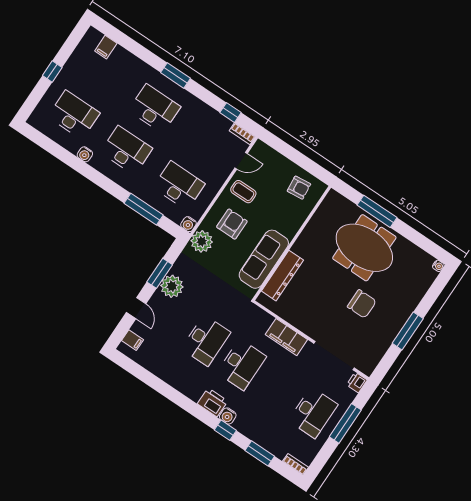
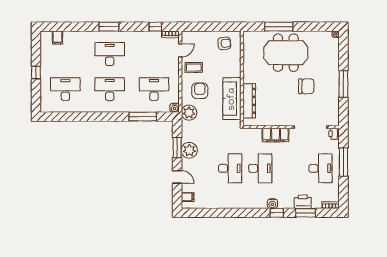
water cooler: (85, 154) -> (87, 108), removed
printer: (213, 402) -> (303, 202), moved

